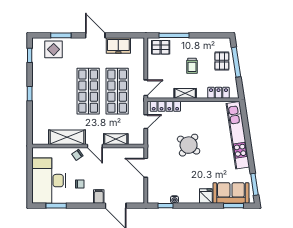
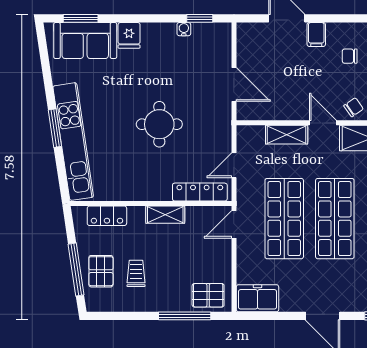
freezer: (118, 46) -> (257, 298), moved
trolley: (192, 66) -> (136, 273), moved
round table: (189, 145) -> (159, 124), turned -37
window: (254, 184) -> (55, 128), moved

